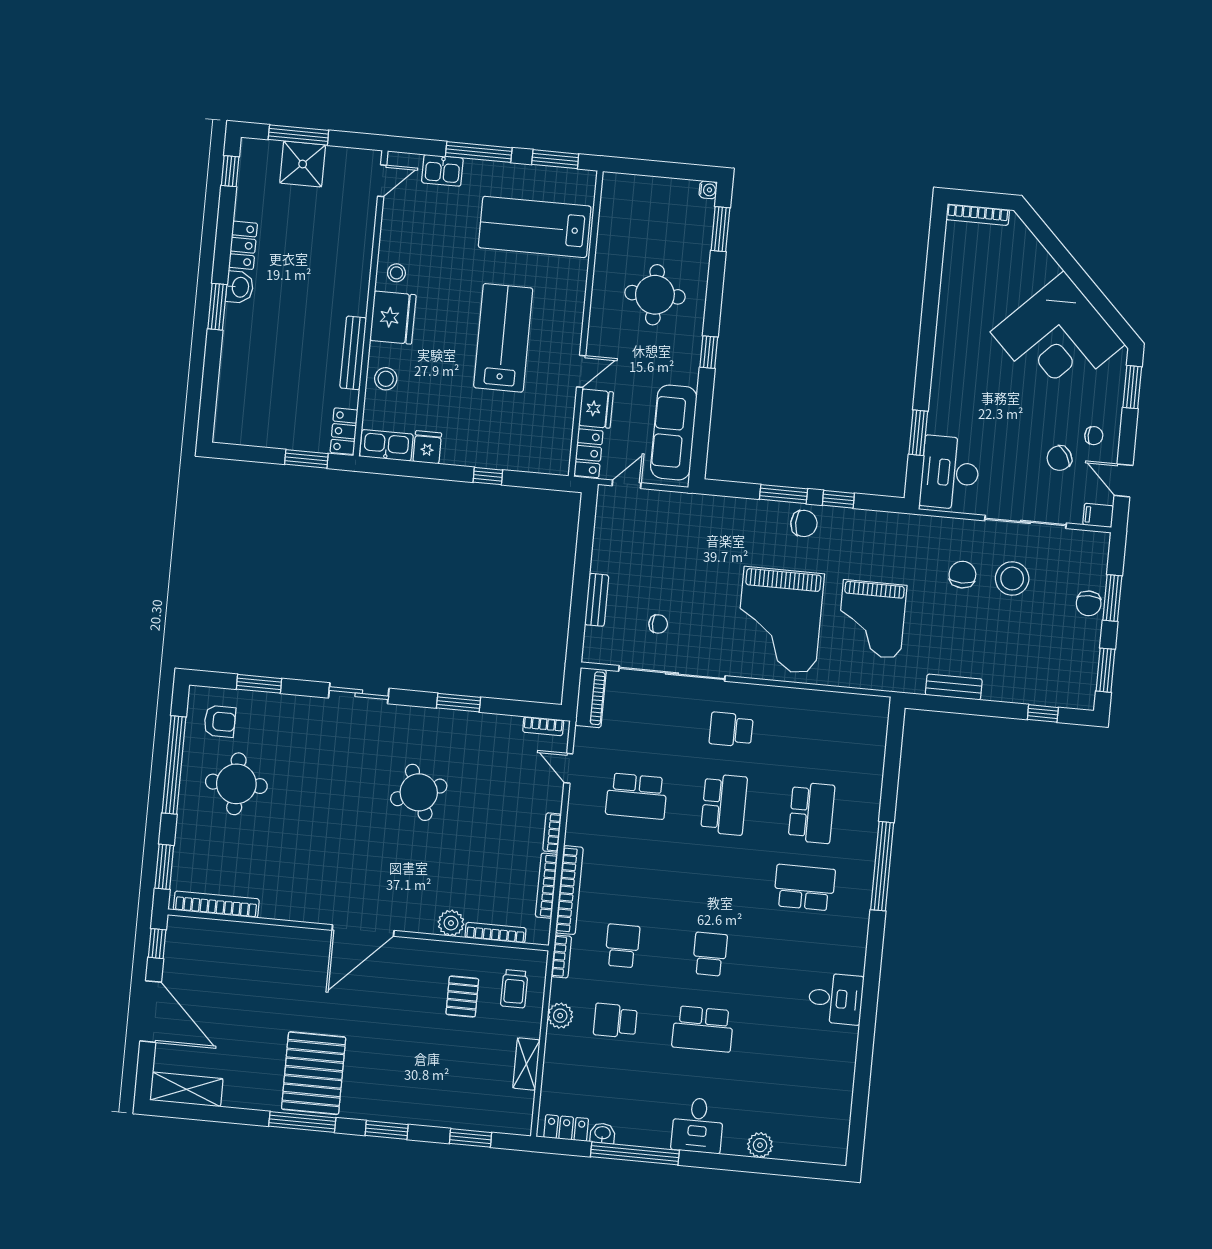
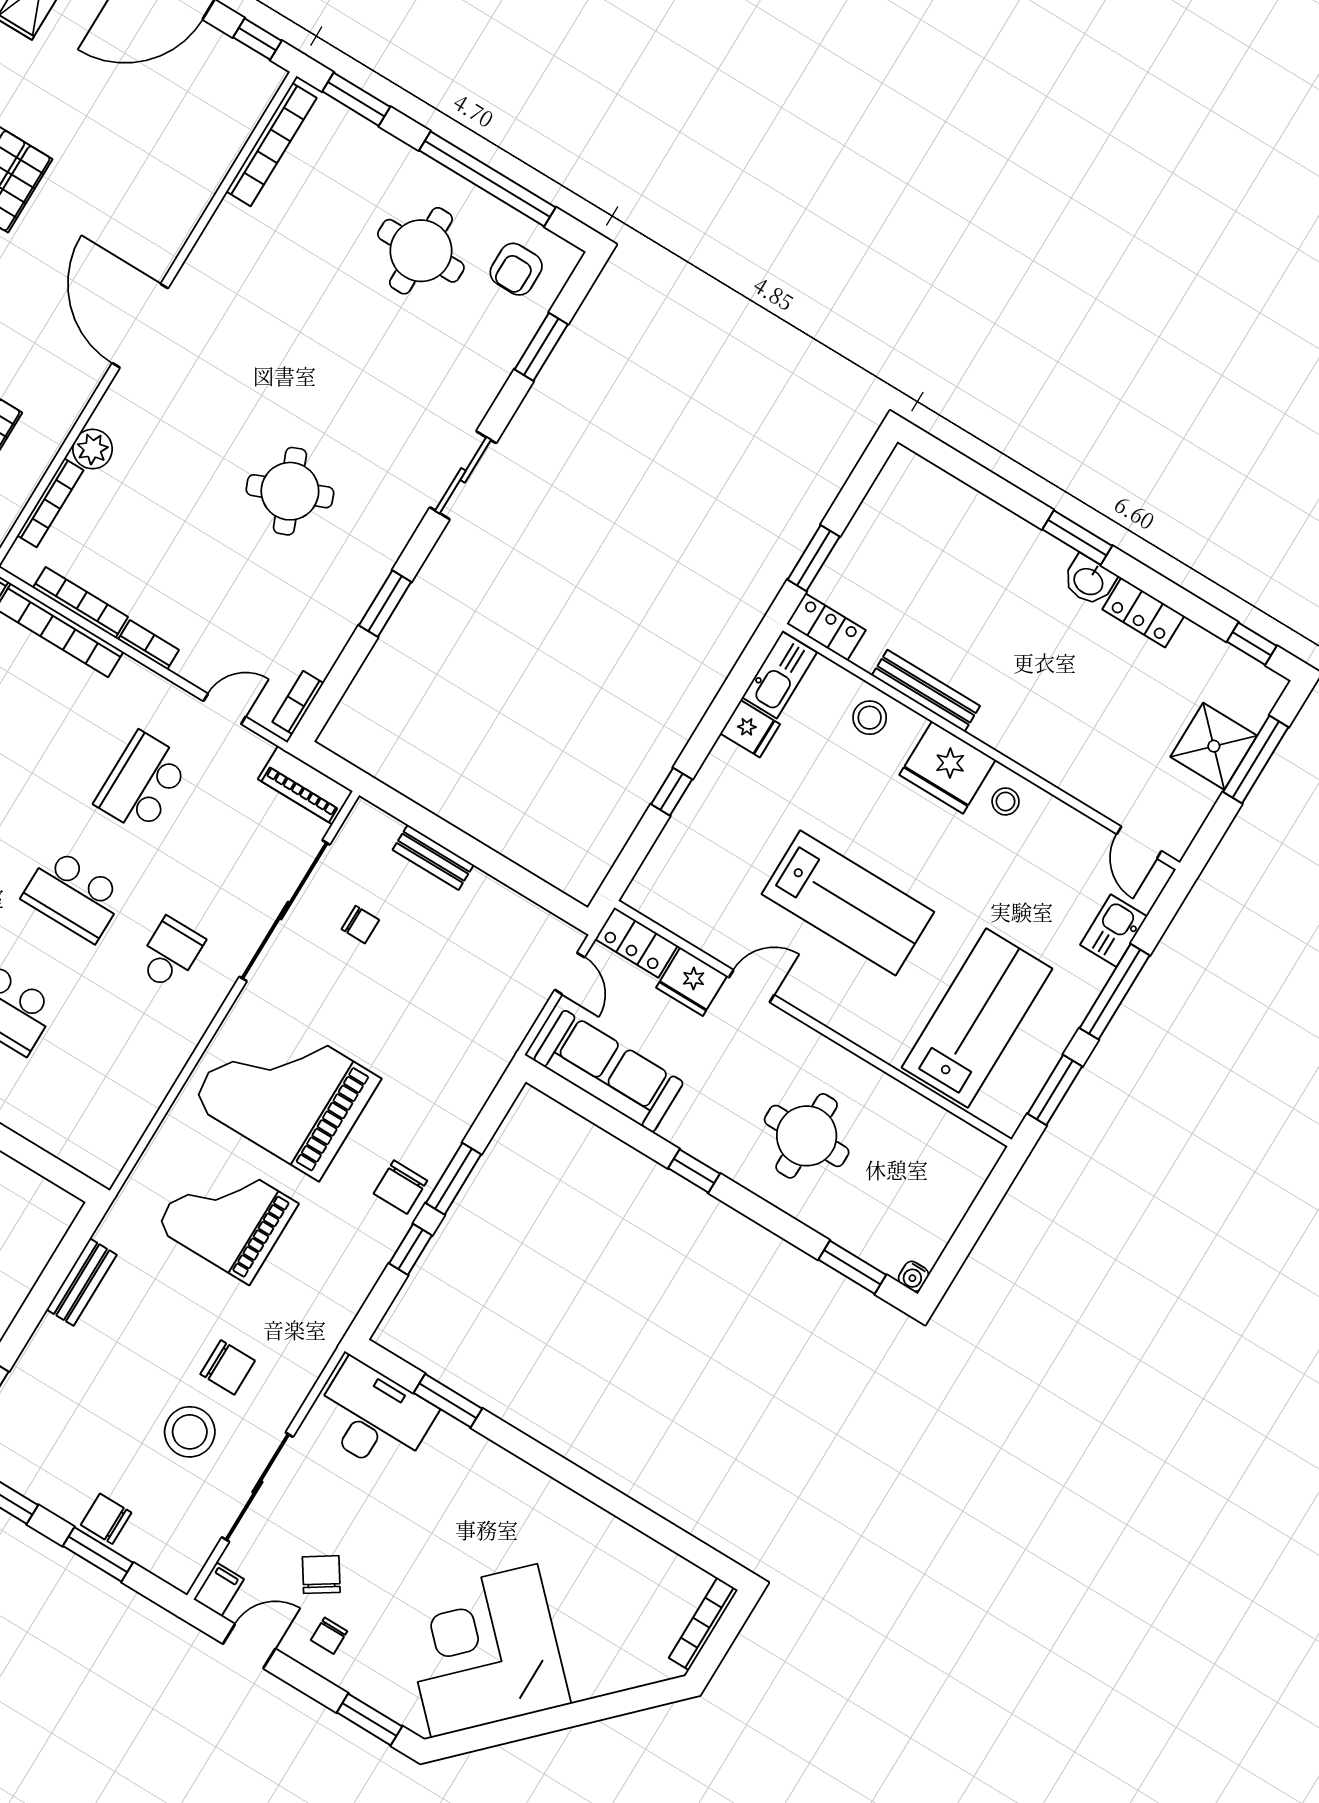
door: (581, 371) -> (752, 986), swing flipped
chair: (658, 624) -> (360, 925), turned -90

